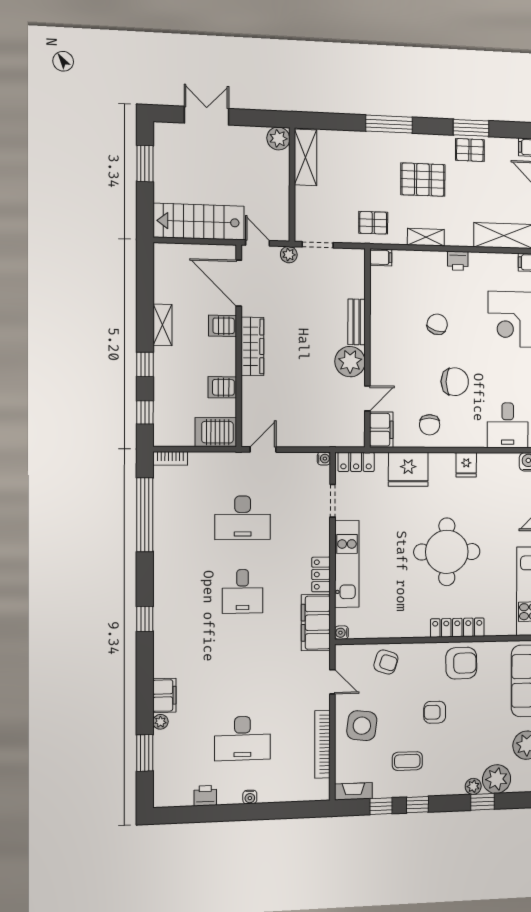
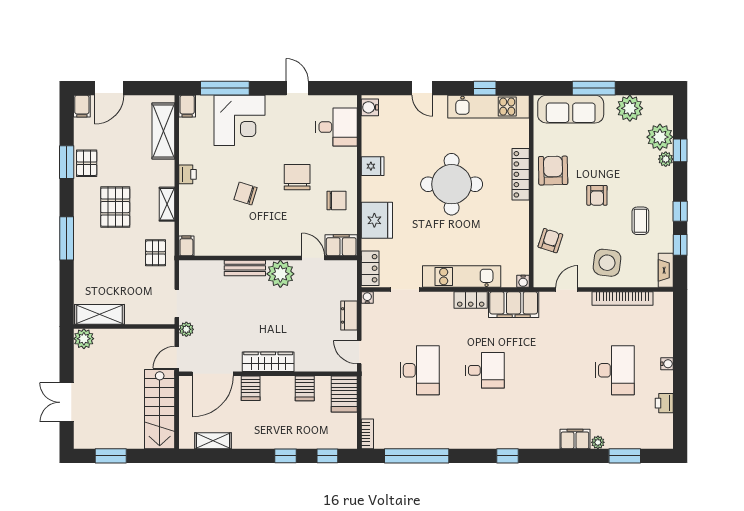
shelving: (162, 325) -> (213, 441), moved
dresser: (304, 438) -> (349, 315), added

